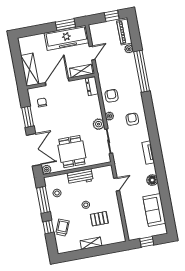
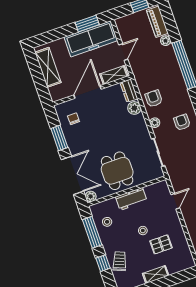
shelving: (30, 70) -> (48, 67), moved
plant: (99, 124) -> (134, 108), moved

